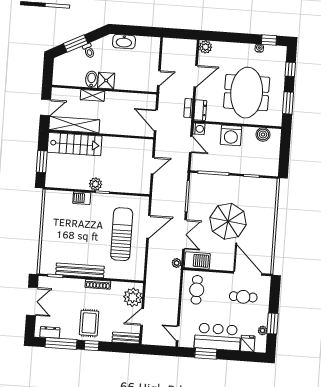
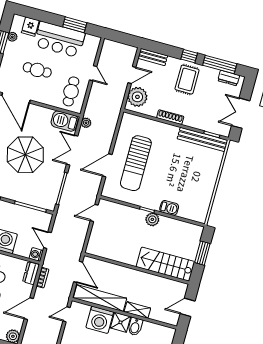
washing machine: (126, 79) -> (100, 320), added
shelving: (74, 125) -> (100, 298), moved
door: (153, 166) -> (94, 213), moved
bench: (80, 270) -> (203, 140), moved
cafe table: (243, 297) -> (37, 70), moved
door: (178, 333) -> (93, 73), moved

